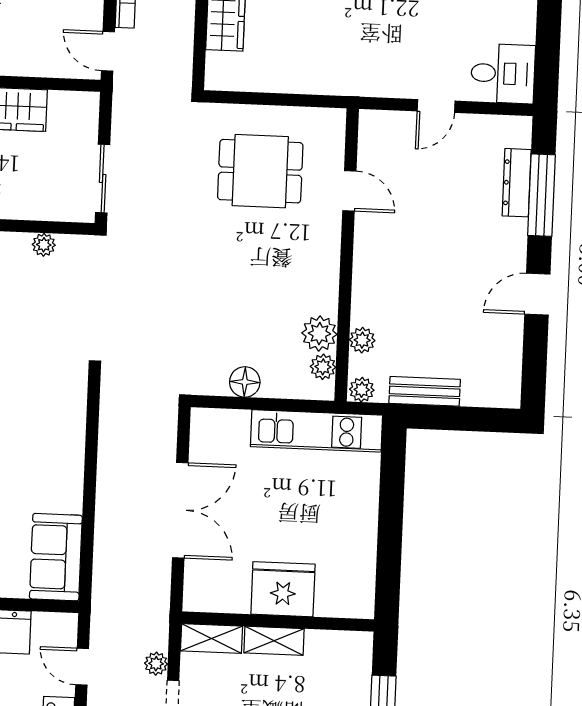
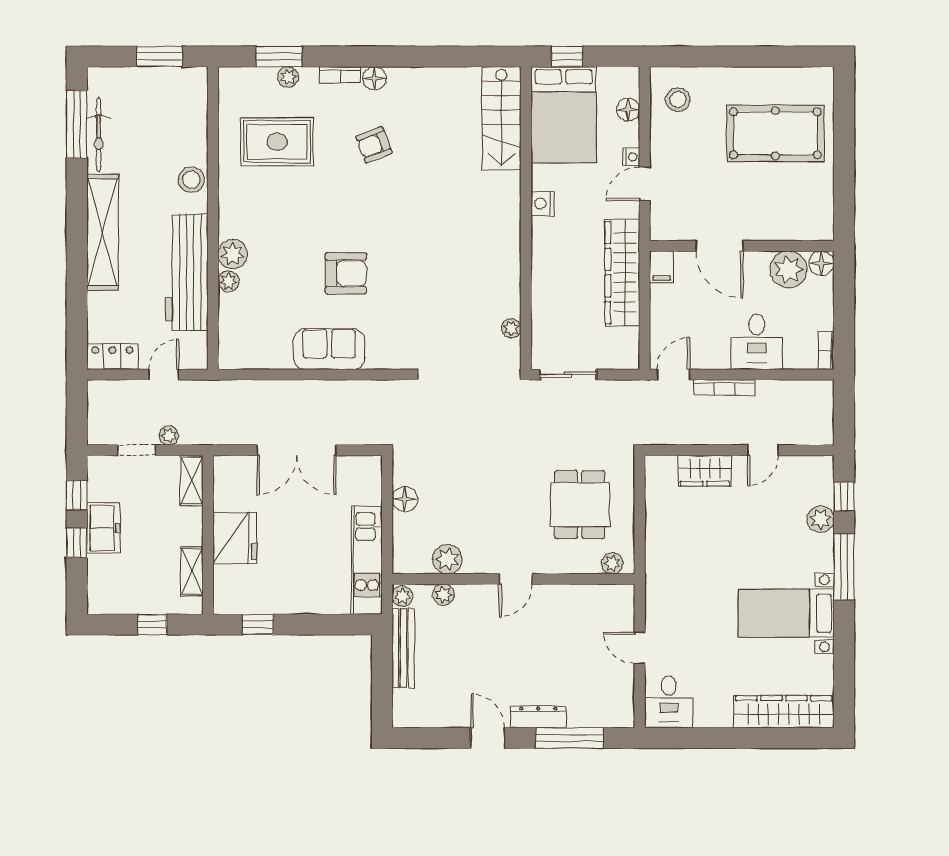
dresser: (517, 183) -> (538, 717), moved
door: (349, 191) -> (516, 579), moved
plant: (323, 367) -> (612, 563), moved
bench: (425, 391) -> (403, 648), width x1.36
sofa: (56, 557) -> (329, 349), moved
window: (389, 566) -> (258, 624), added
shelving: (274, 641) -> (192, 571), moved

